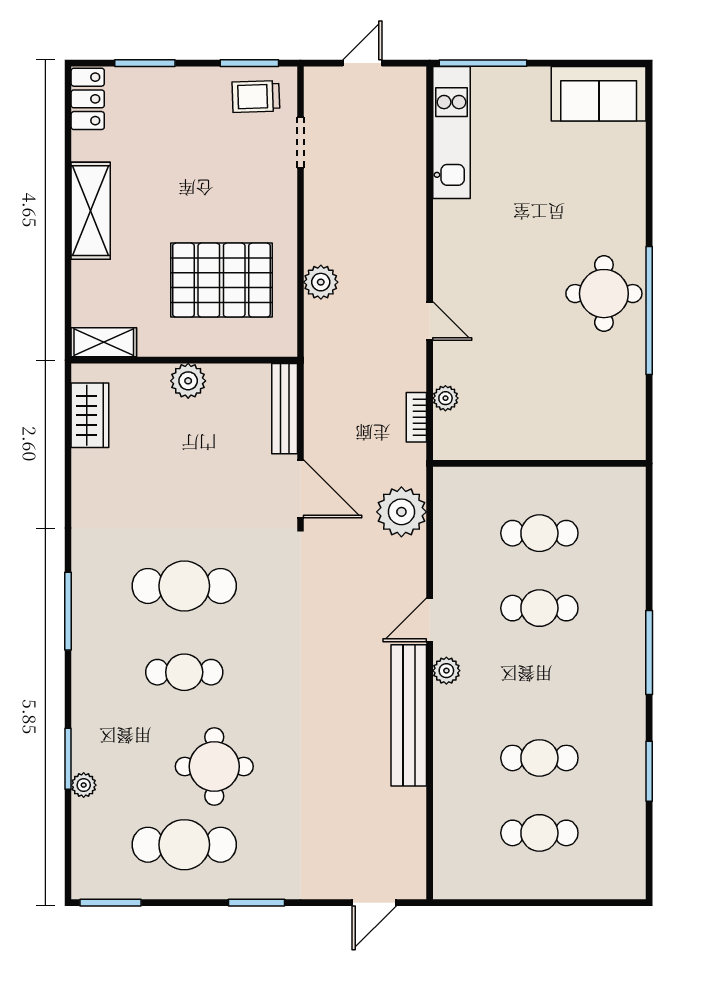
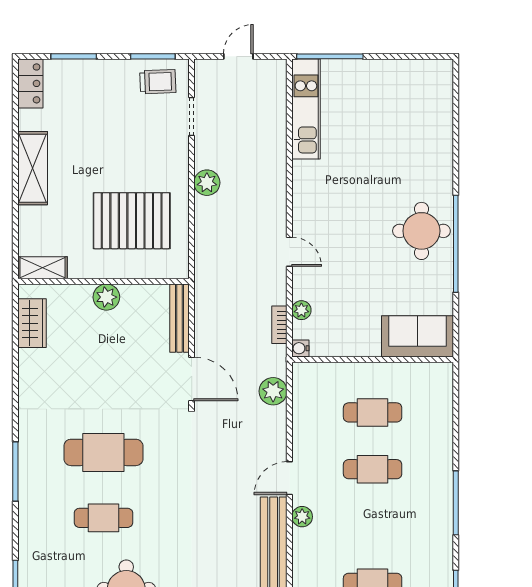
sofa: (599, 94) -> (417, 336), moved, turned 180
trolley: (256, 97) -> (158, 82), turned 180
plant: (321, 282) -> (207, 183), moved
water cooler: (444, 448) -> (300, 348), added
plant: (401, 512) -> (273, 391), width x0.73, depth x0.73

